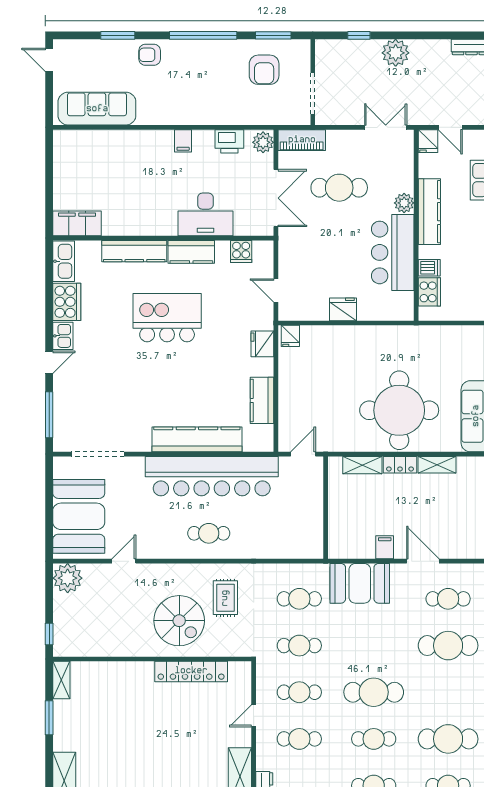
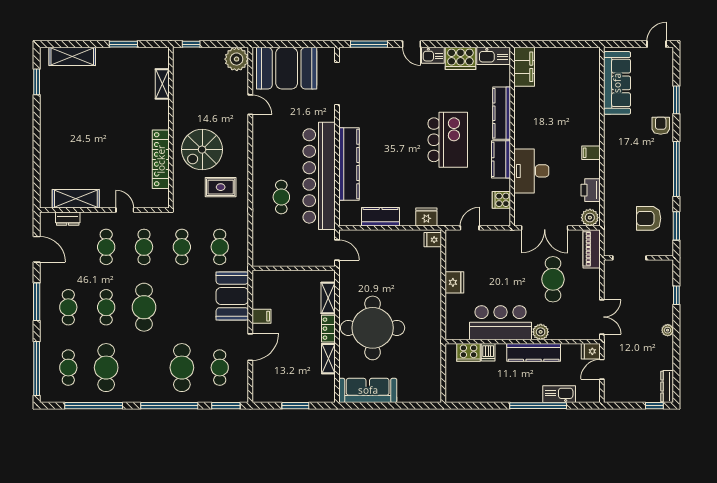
plant: (396, 53) -> (668, 330), width x0.53, depth x0.53
cafe table: (209, 533) -> (281, 197), moved
shelving: (61, 680) -> (162, 84), moved, turned 90

